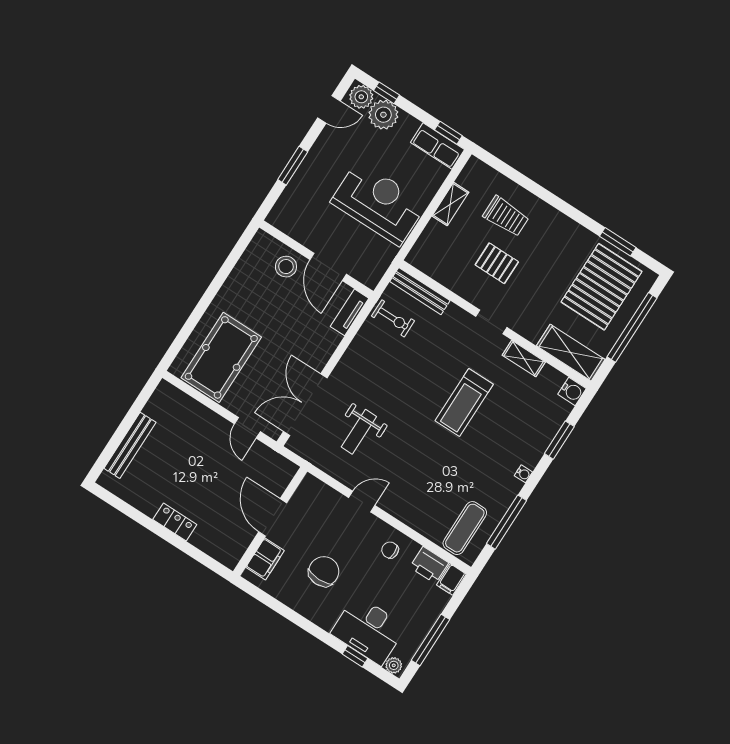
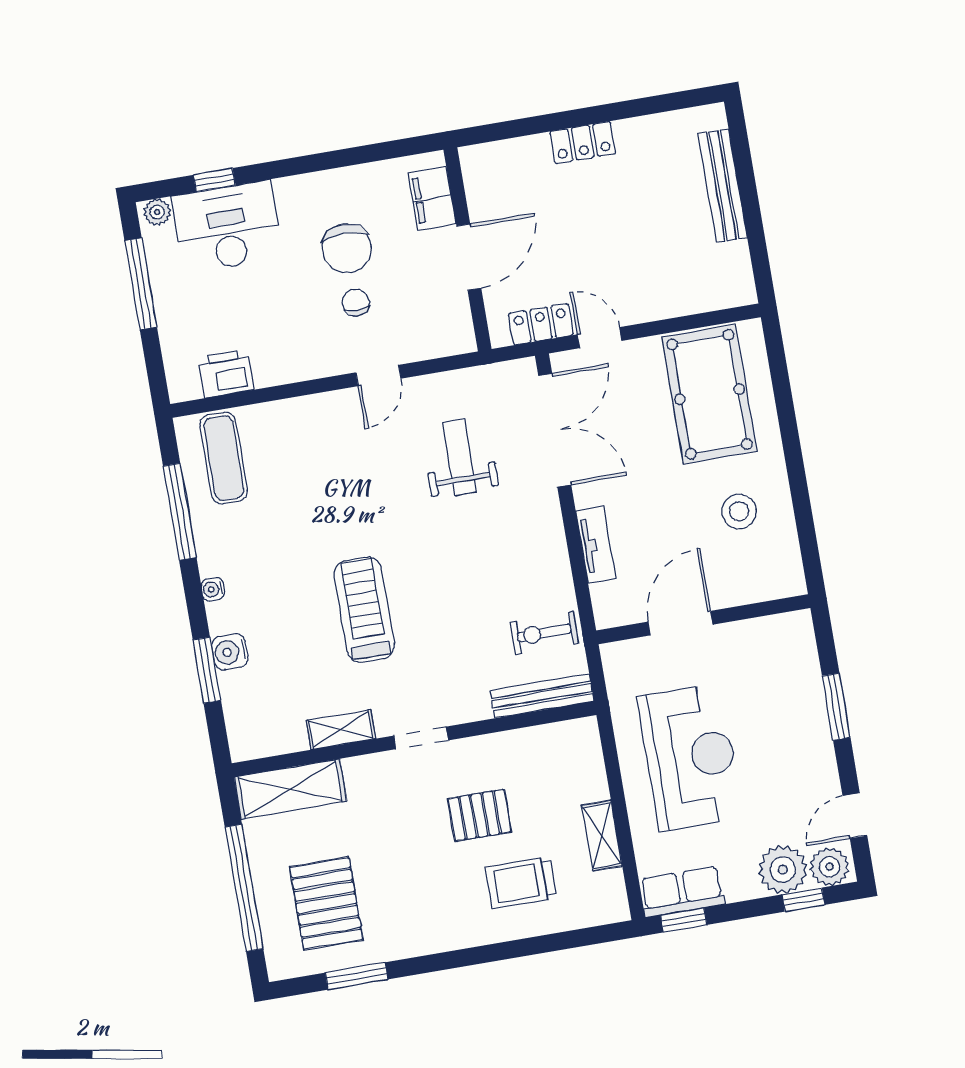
reception desk: (379, 203) -> (690, 757), turned -90
stool: (286, 267) -> (739, 511), moved
door: (328, 267) -> (680, 623), hinge flipped
pallet: (602, 287) -> (326, 903), width x0.73, depth x0.71
tv unit: (350, 312) -> (596, 545), moved
water cooler: (572, 391) -> (230, 652), moved
locker: (268, 458) -> (541, 324), added
door: (273, 517) -> (469, 257), hinge flipped
chair: (390, 550) -> (356, 302), moved, turned -90
filing cabinet: (451, 579) -> (183, 381), removed

